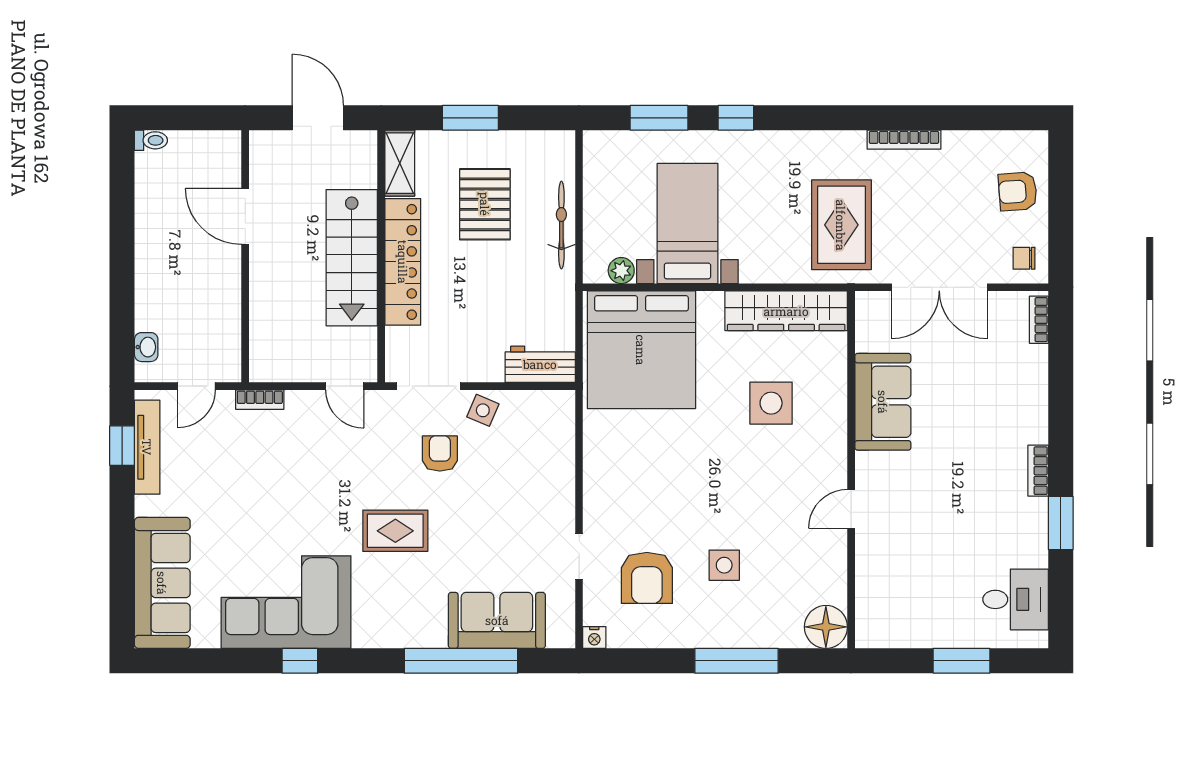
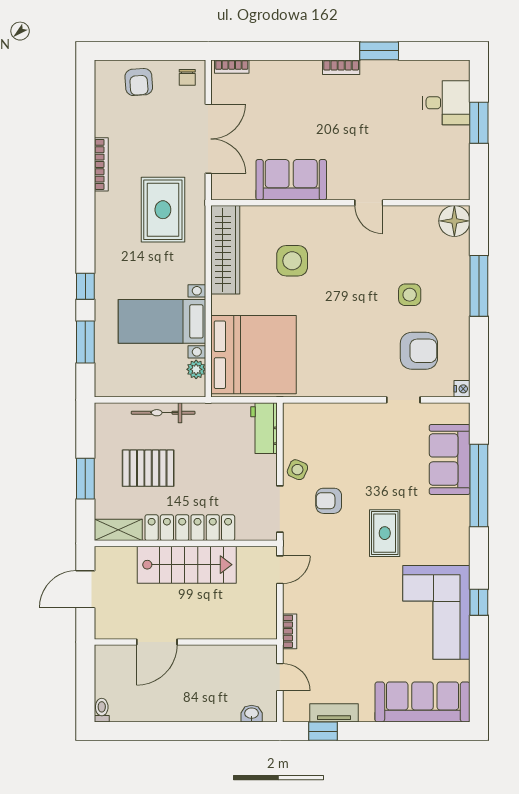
rug: (841, 225) -> (163, 210), turned 90
tv unit: (147, 447) -> (334, 713), width x0.71
desk: (1016, 599) -> (446, 103), moved, turned 90

